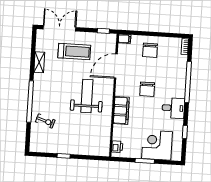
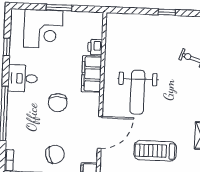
chair: (150, 50) -> (55, 154), turned 77
chair: (147, 89) -> (58, 103), turned 180
printer: (117, 147) -> (95, 47), moved

